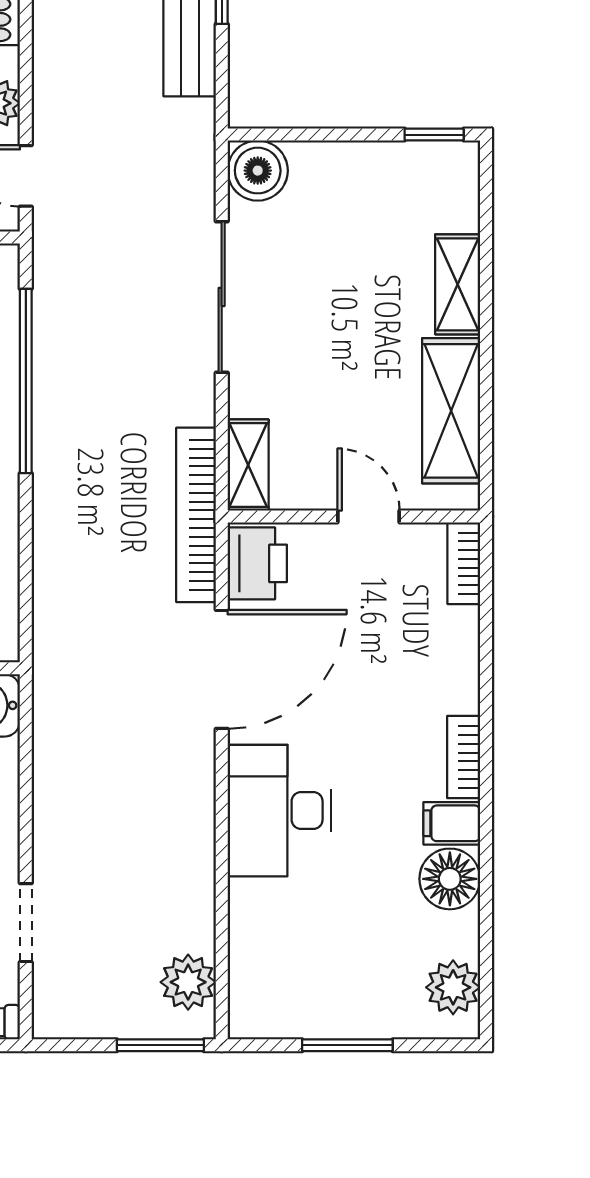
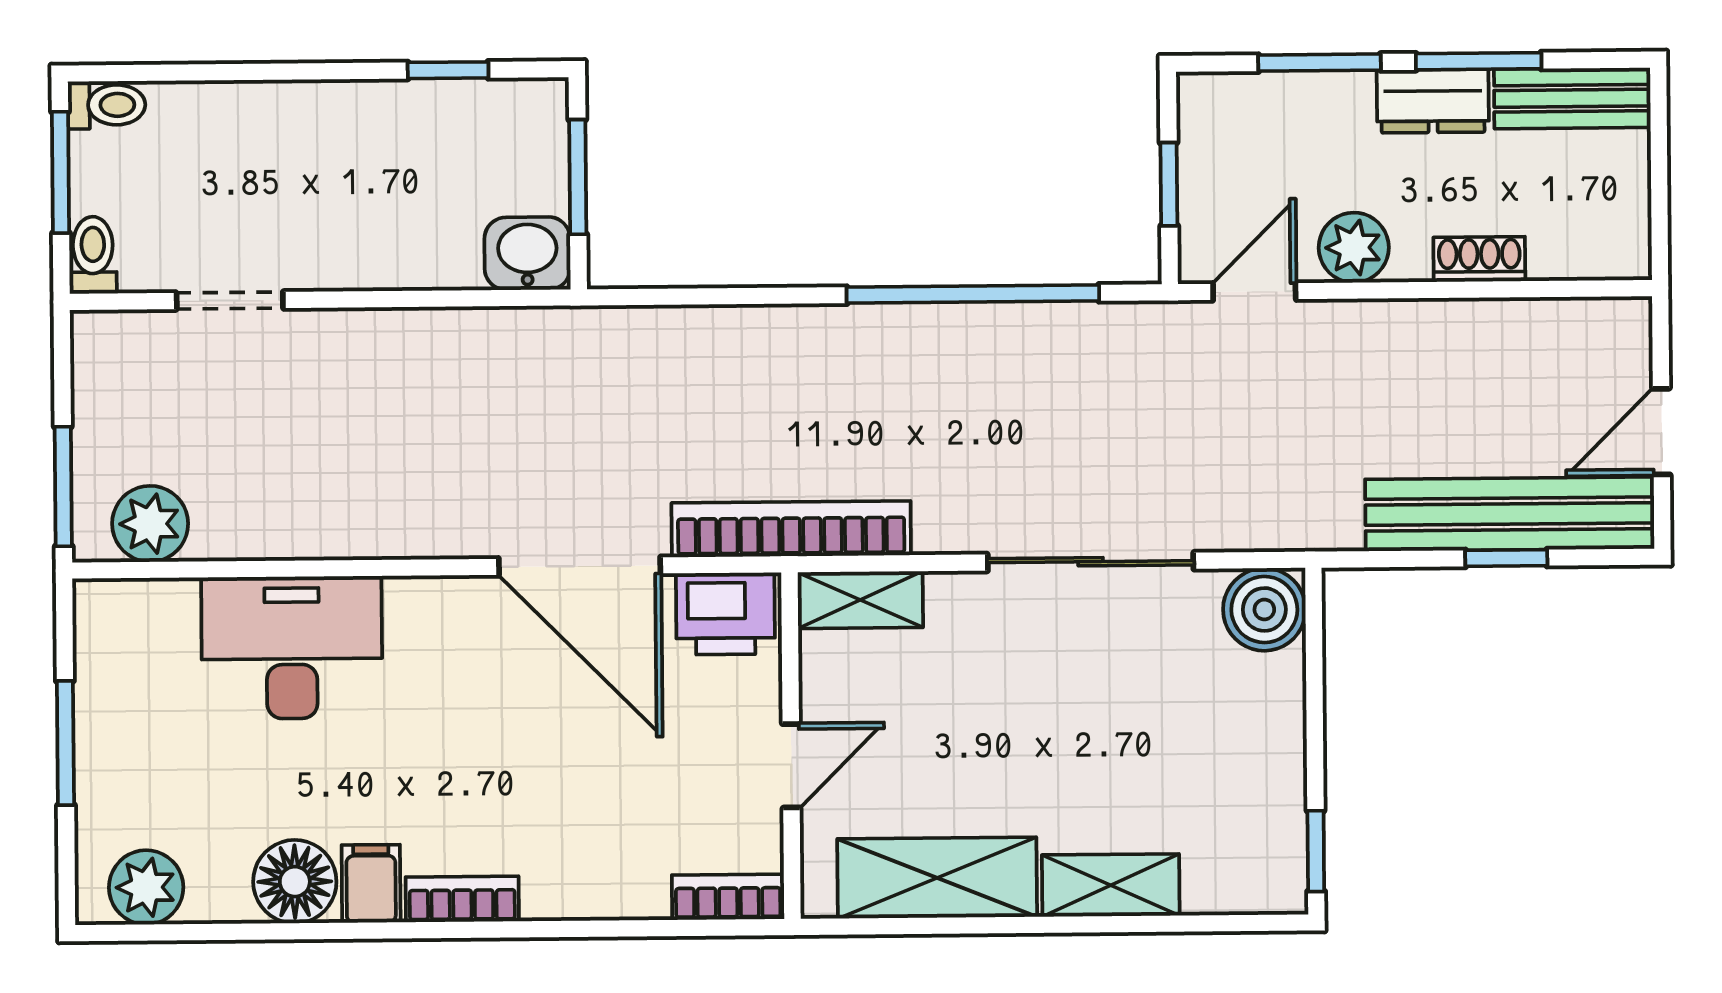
desk: (279, 811) -> (292, 648), moved

